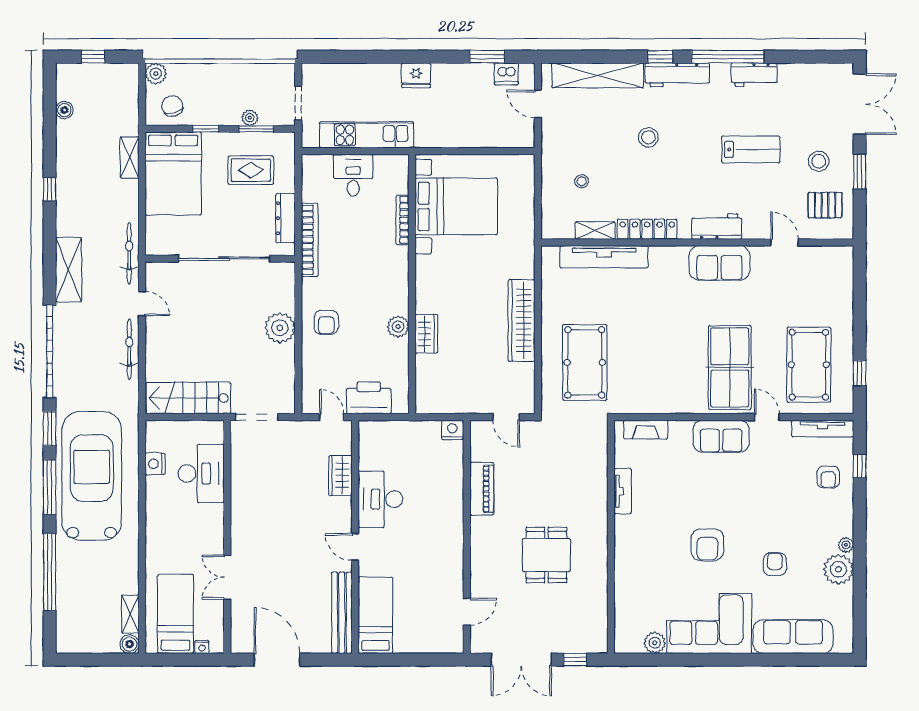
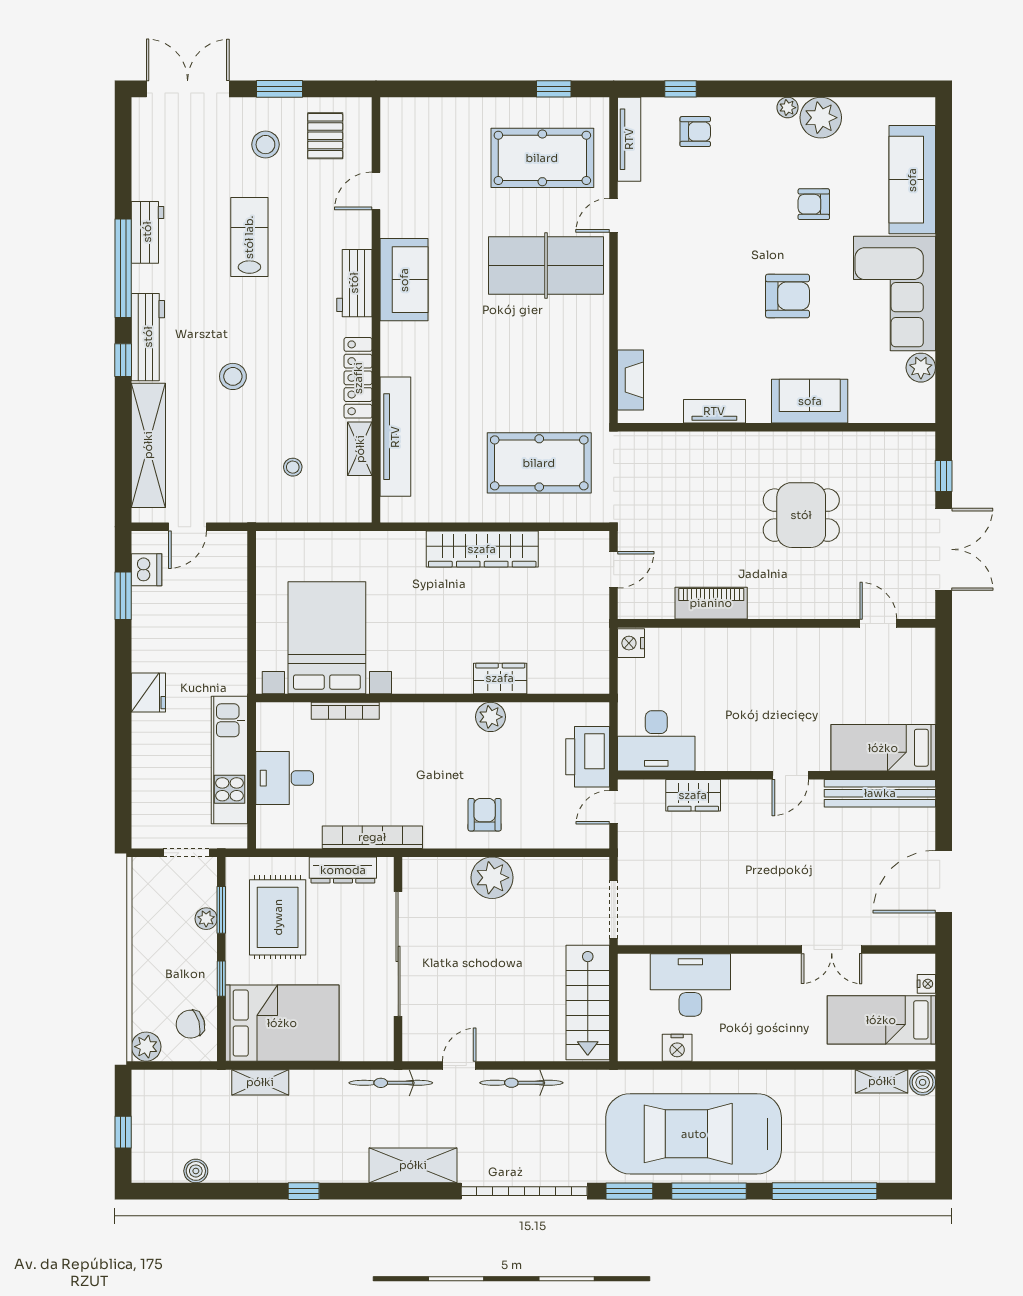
rug: (251, 170) -> (278, 917), width x1.36, depth x1.43
armchair: (326, 322) -> (485, 815), turned -90
sofa: (721, 436) -> (810, 401), moved, turned -90
desk: (380, 499) -> (656, 741), moved

